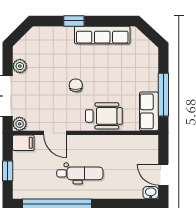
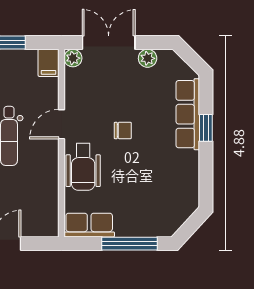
row of seats: (102, 35) -> (188, 114), moved
window: (163, 95) -> (130, 244), moved
door: (55, 133) -> (61, 124), moved

